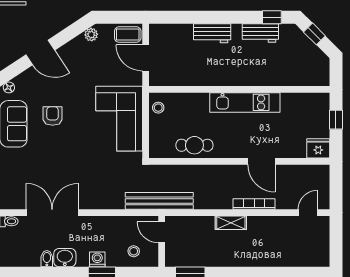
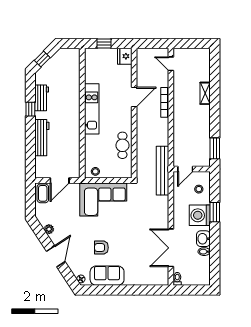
window: (272, 17) -> (30, 109), moved
workbench: (212, 33) -> (42, 138), width x1.38
plant: (91, 35) -> (49, 229), moved
shelving: (231, 223) -> (205, 93), moved
washing machine: (97, 259) -> (200, 215), width x1.89, depth x1.89

